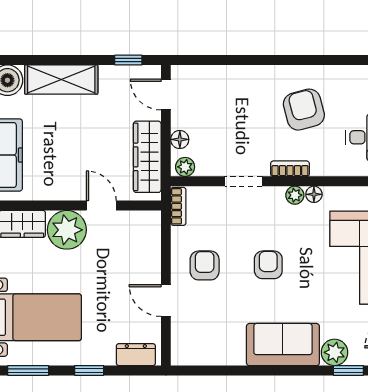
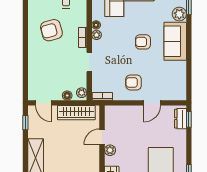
door: (166, 95) -> (44, 103), hinge flipped
plant: (67, 230) -> (110, 150), width x0.53, depth x0.53
armchair: (268, 265) -> (143, 42), moved
window: (89, 370) -> (189, 119), moved

